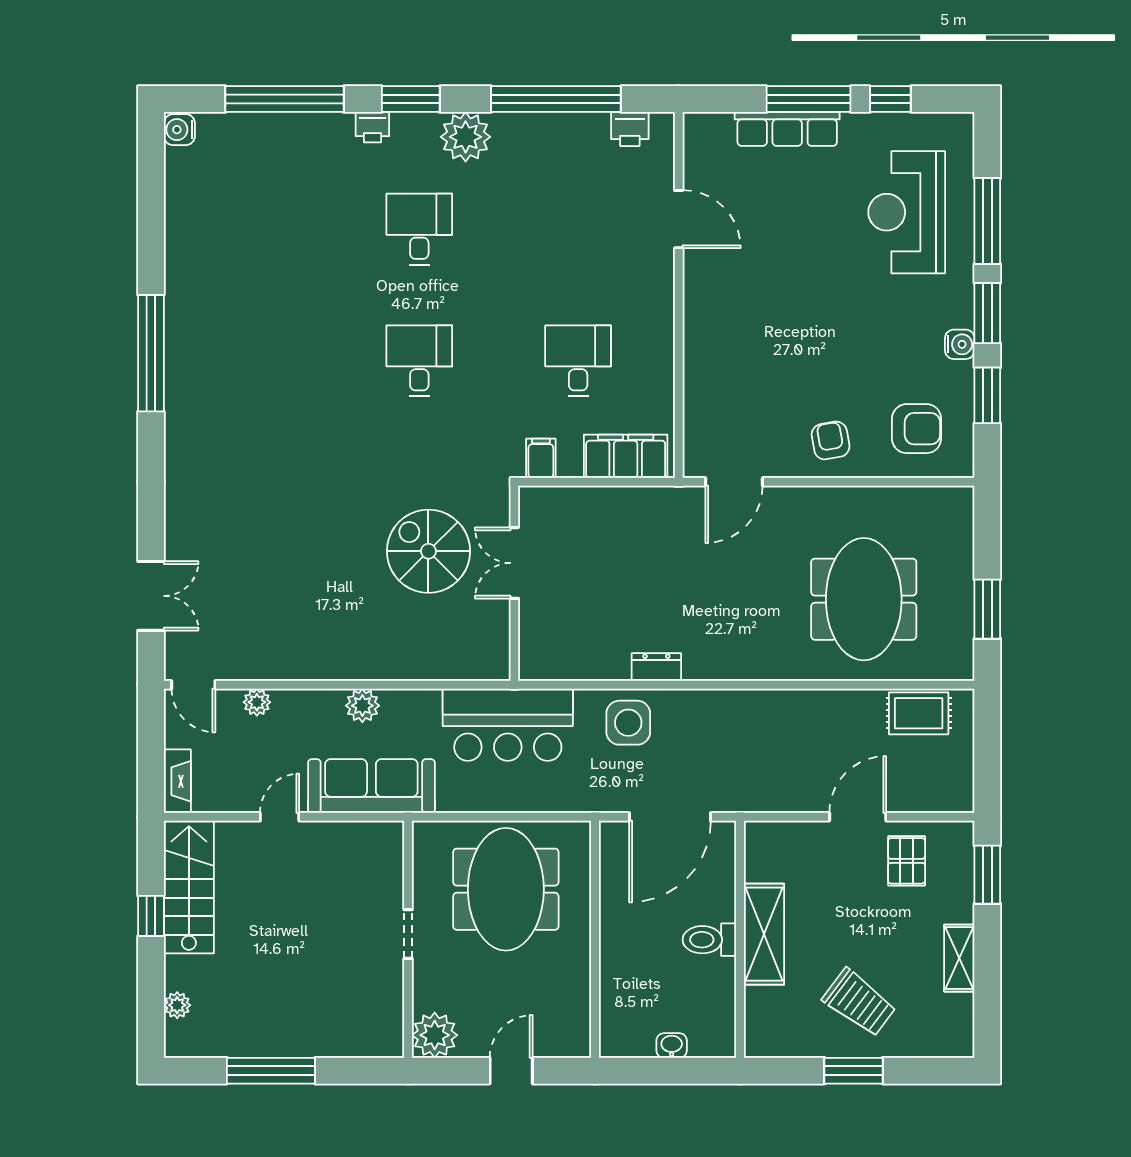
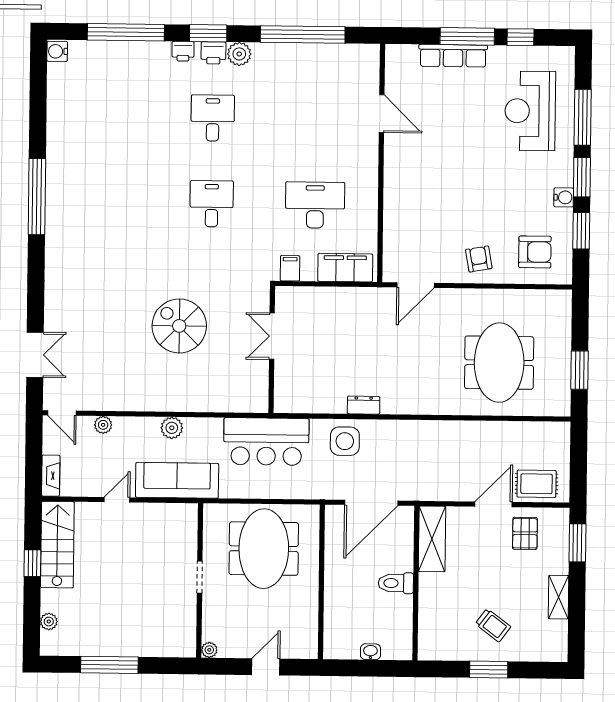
printer: (630, 129) -> (213, 53), moved
plant: (466, 137) -> (239, 54), width x0.73, depth x0.73
desk: (578, 361) -> (315, 205), width x1.37
spiral stairs: (428, 551) -> (179, 326), moved
rug: (919, 713) -> (537, 484), moved
shelving: (764, 934) -> (432, 539), moved
trolley: (859, 1003) -> (493, 625), width x0.73, depth x0.72
plant: (435, 1035) -> (209, 650), width x0.53, depth x0.53

